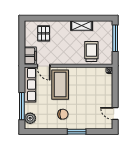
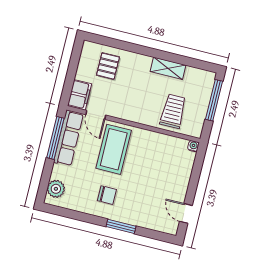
window: (22, 106) -> (55, 138), moved

